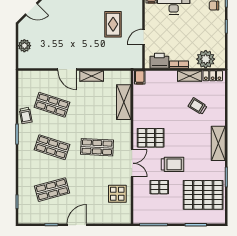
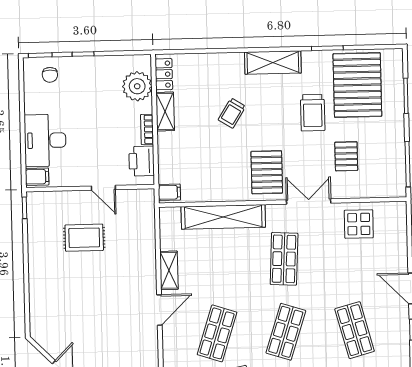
shelving: (124, 102) -> (223, 217), width x1.47
trolley: (198, 106) -> (232, 113), moved
trolley: (172, 164) -> (313, 113), moved, turned 180

